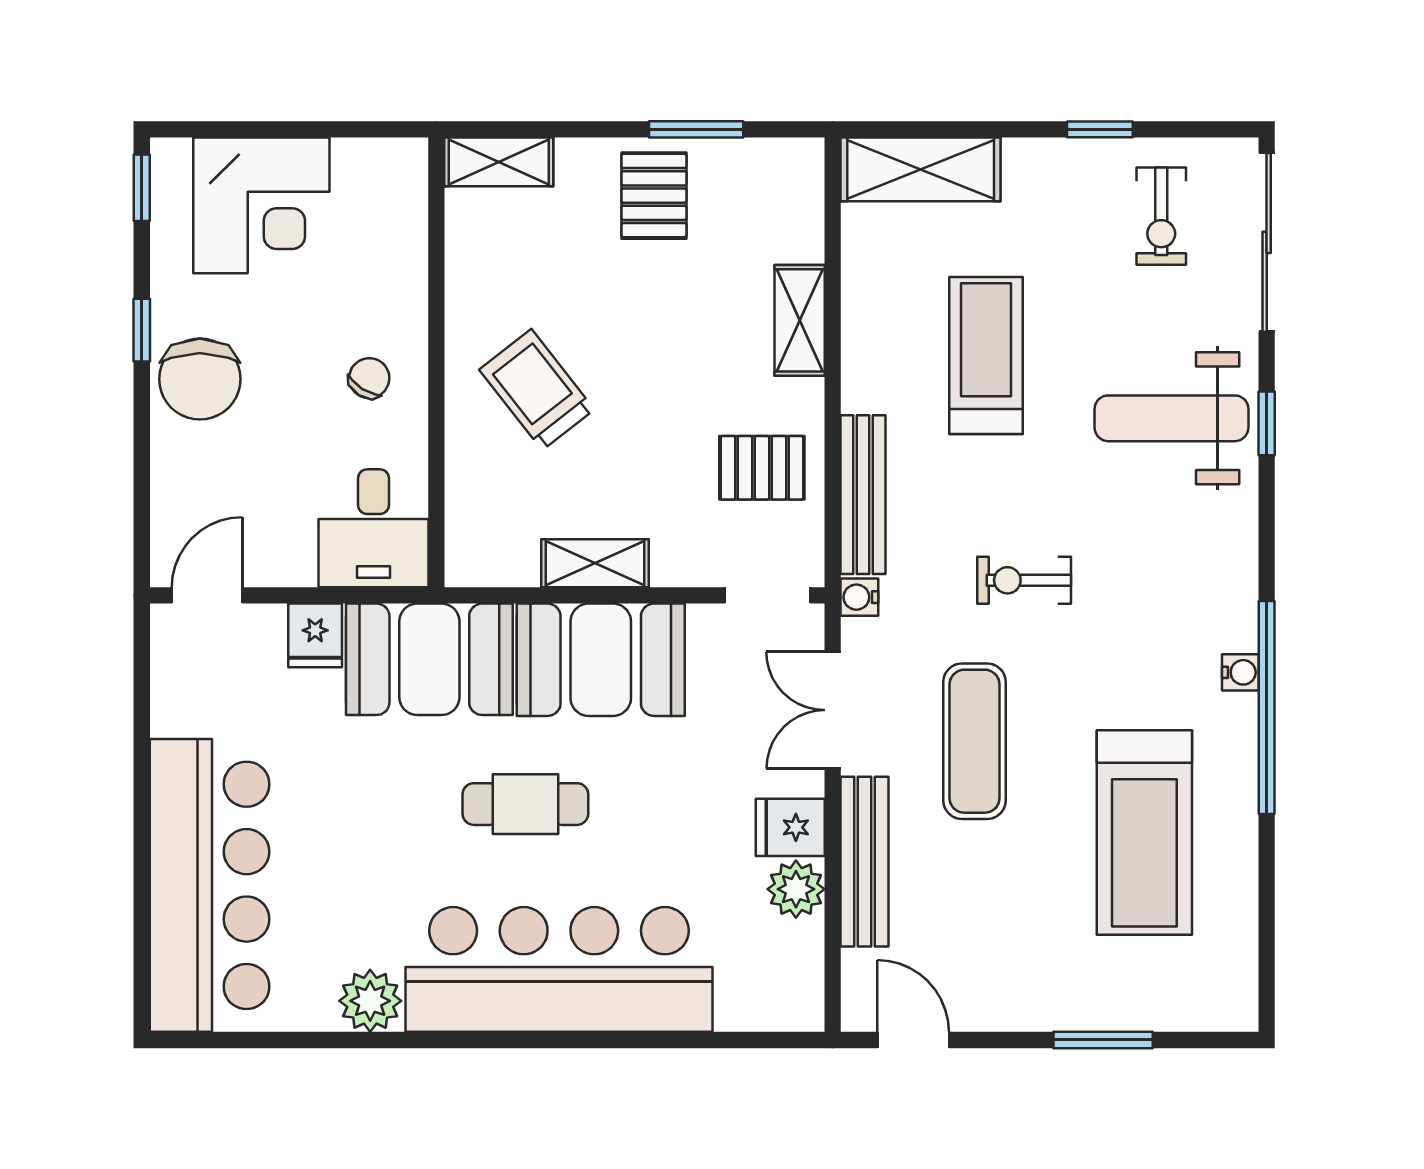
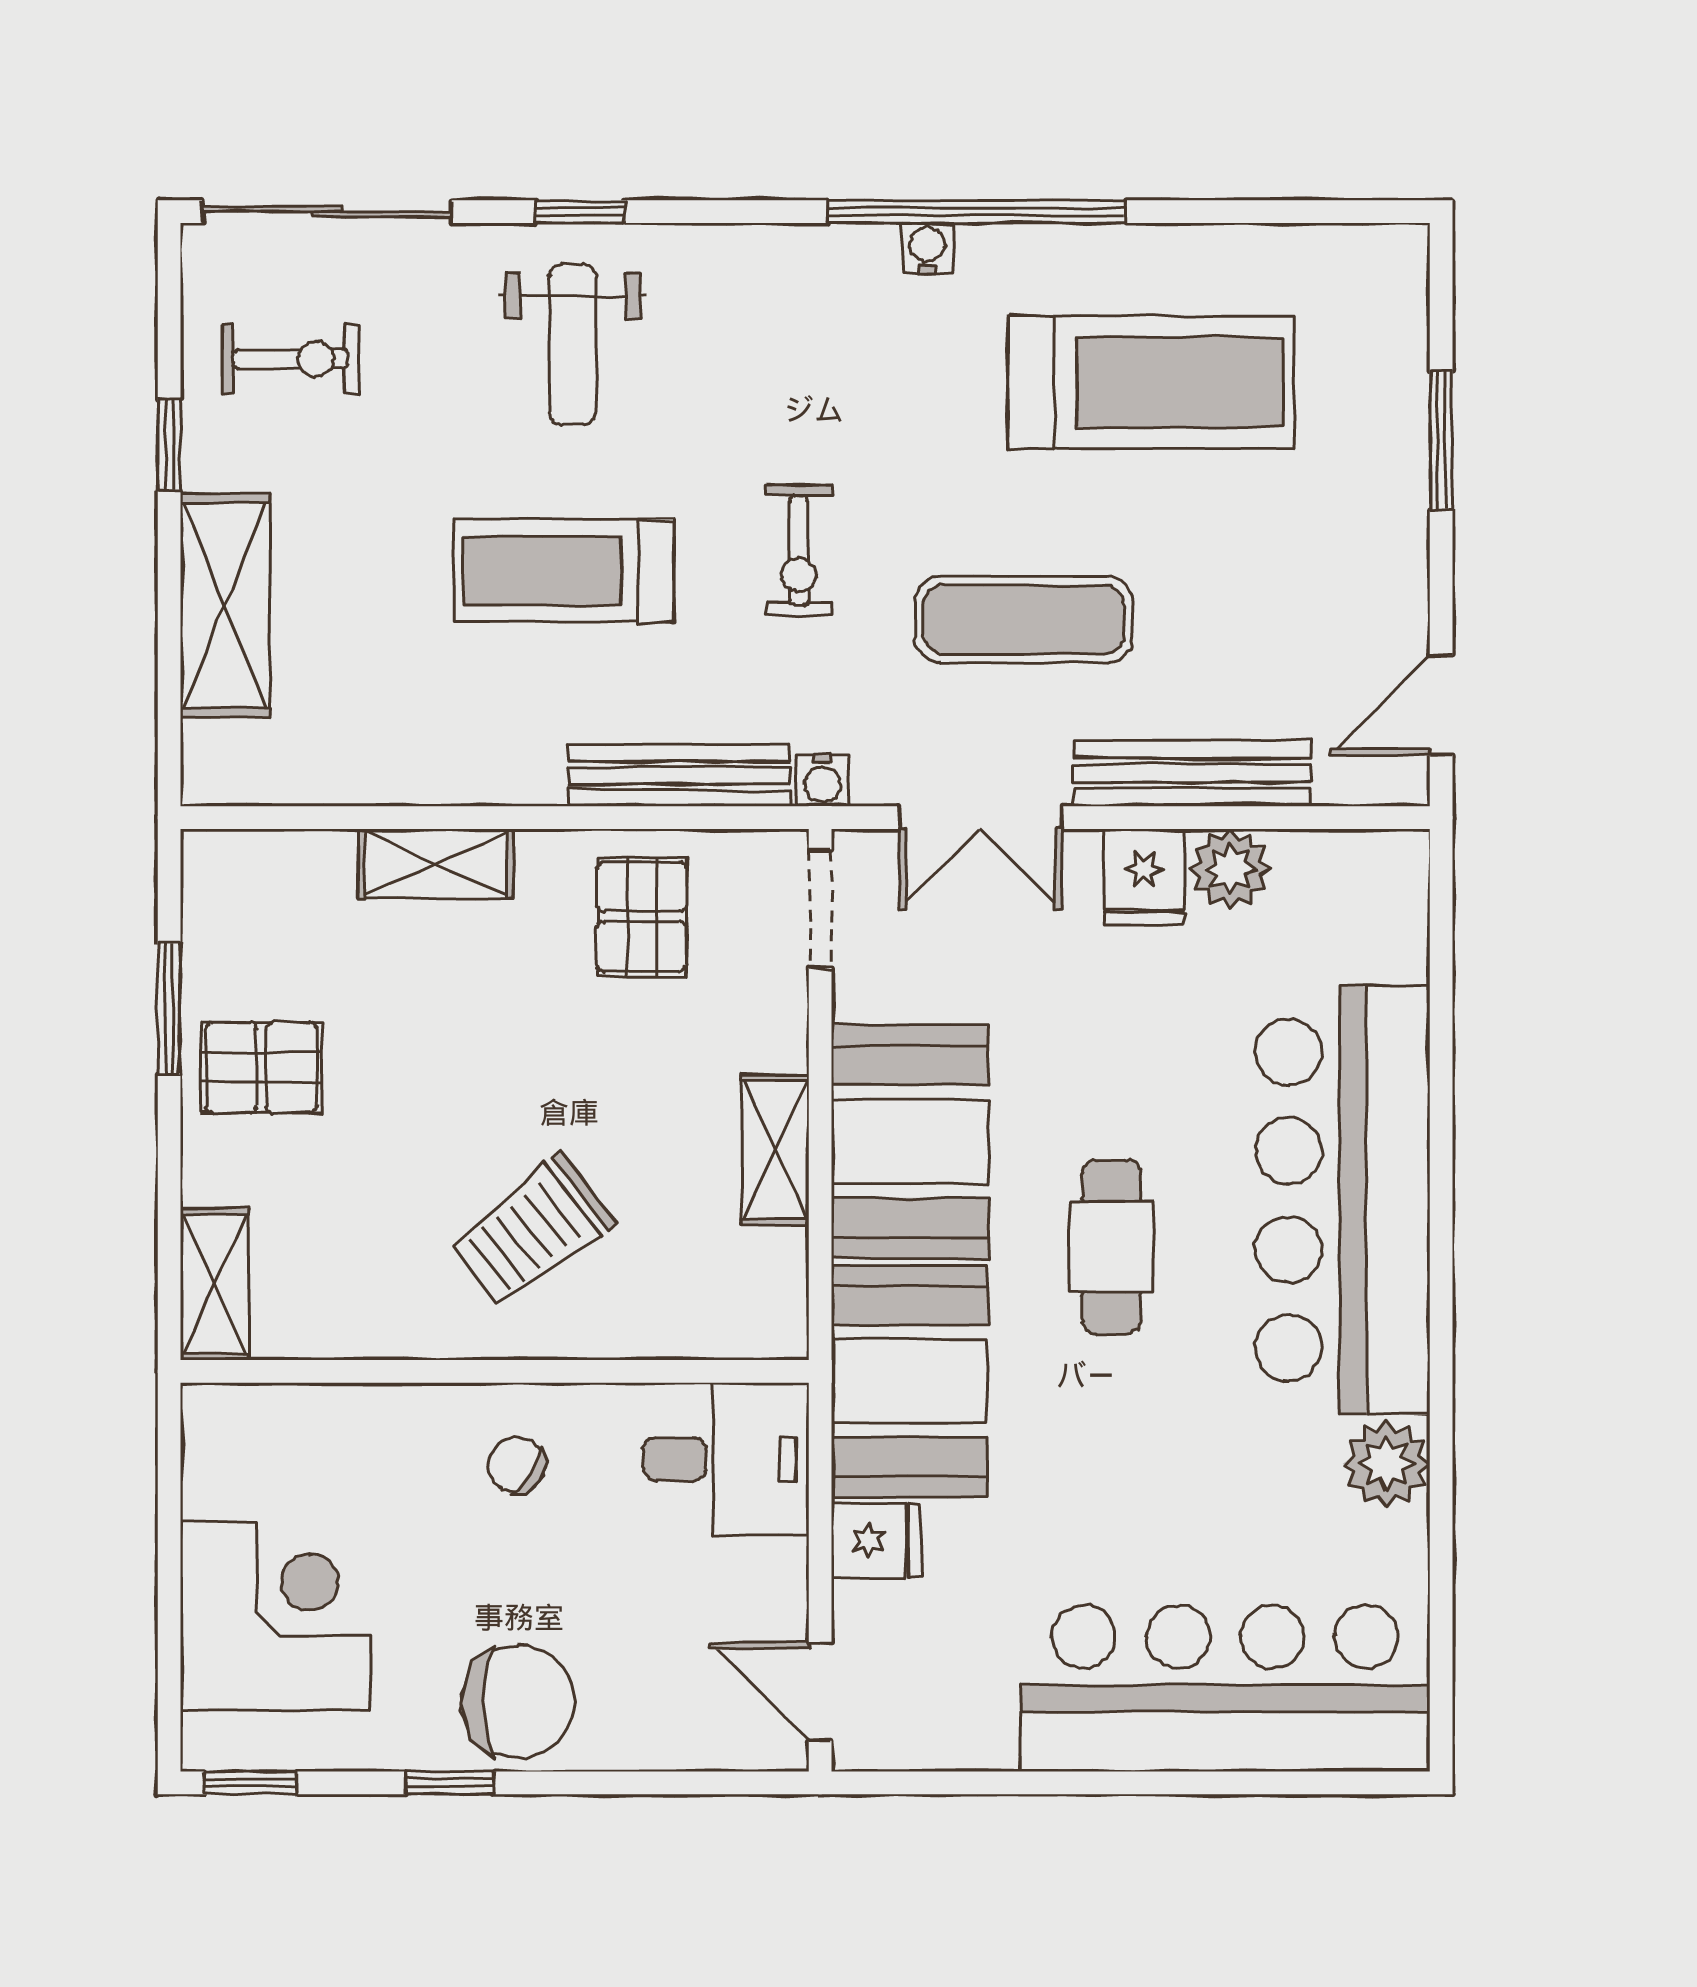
shelving: (921, 169) -> (225, 605), moved
treadmill: (986, 355) -> (564, 571), moved
weight bench: (1172, 418) -> (573, 344), width x0.73, depth x0.75

